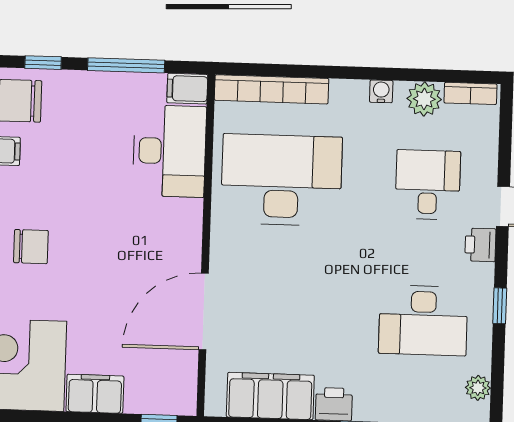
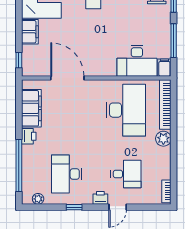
water cooler: (381, 91) -> (166, 152), removed
plant: (424, 99) -> (163, 139), moved

